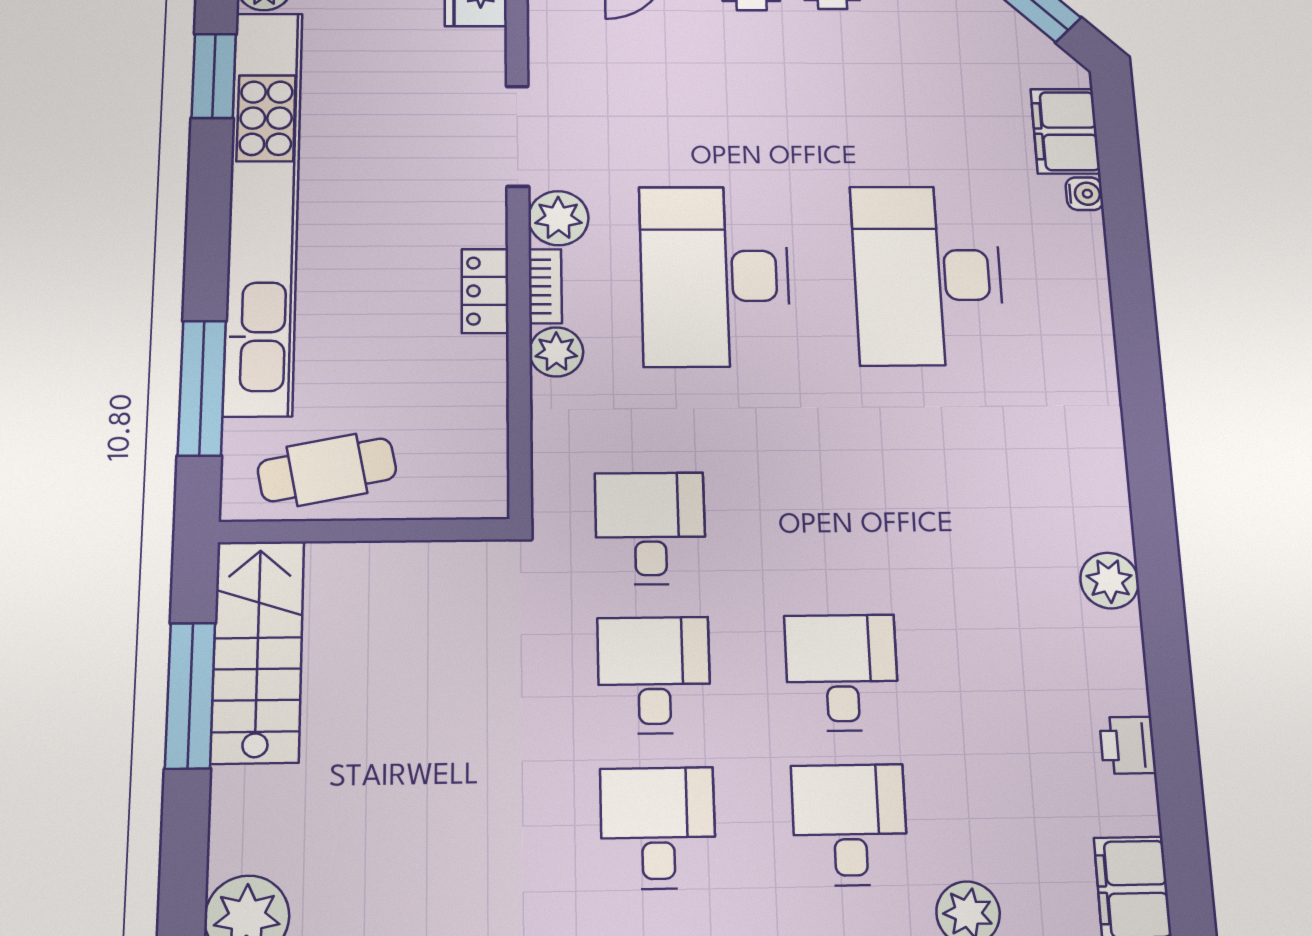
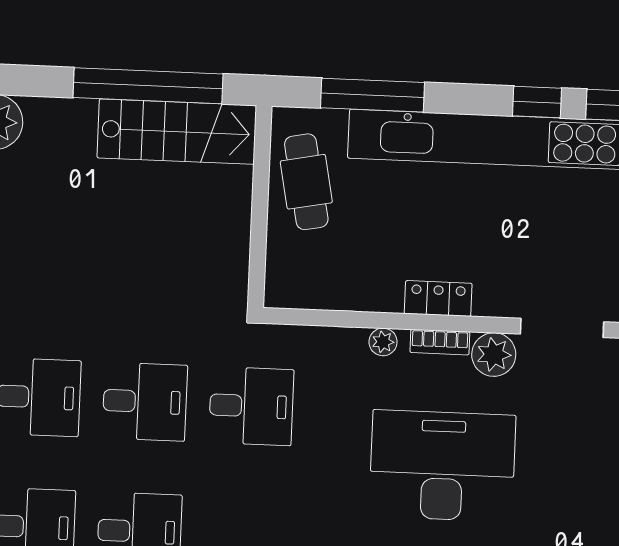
window: (210, 178) -> (537, 102), added
plant: (556, 352) -> (383, 342), width x0.73, depth x0.73
window: (190, 695) -> (148, 86), width x1.46

